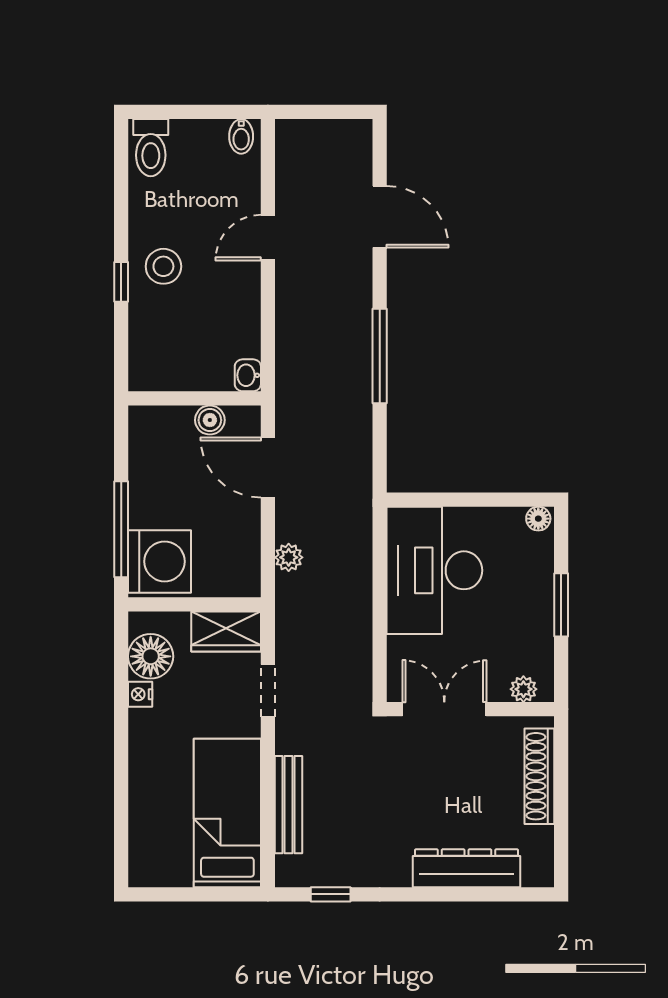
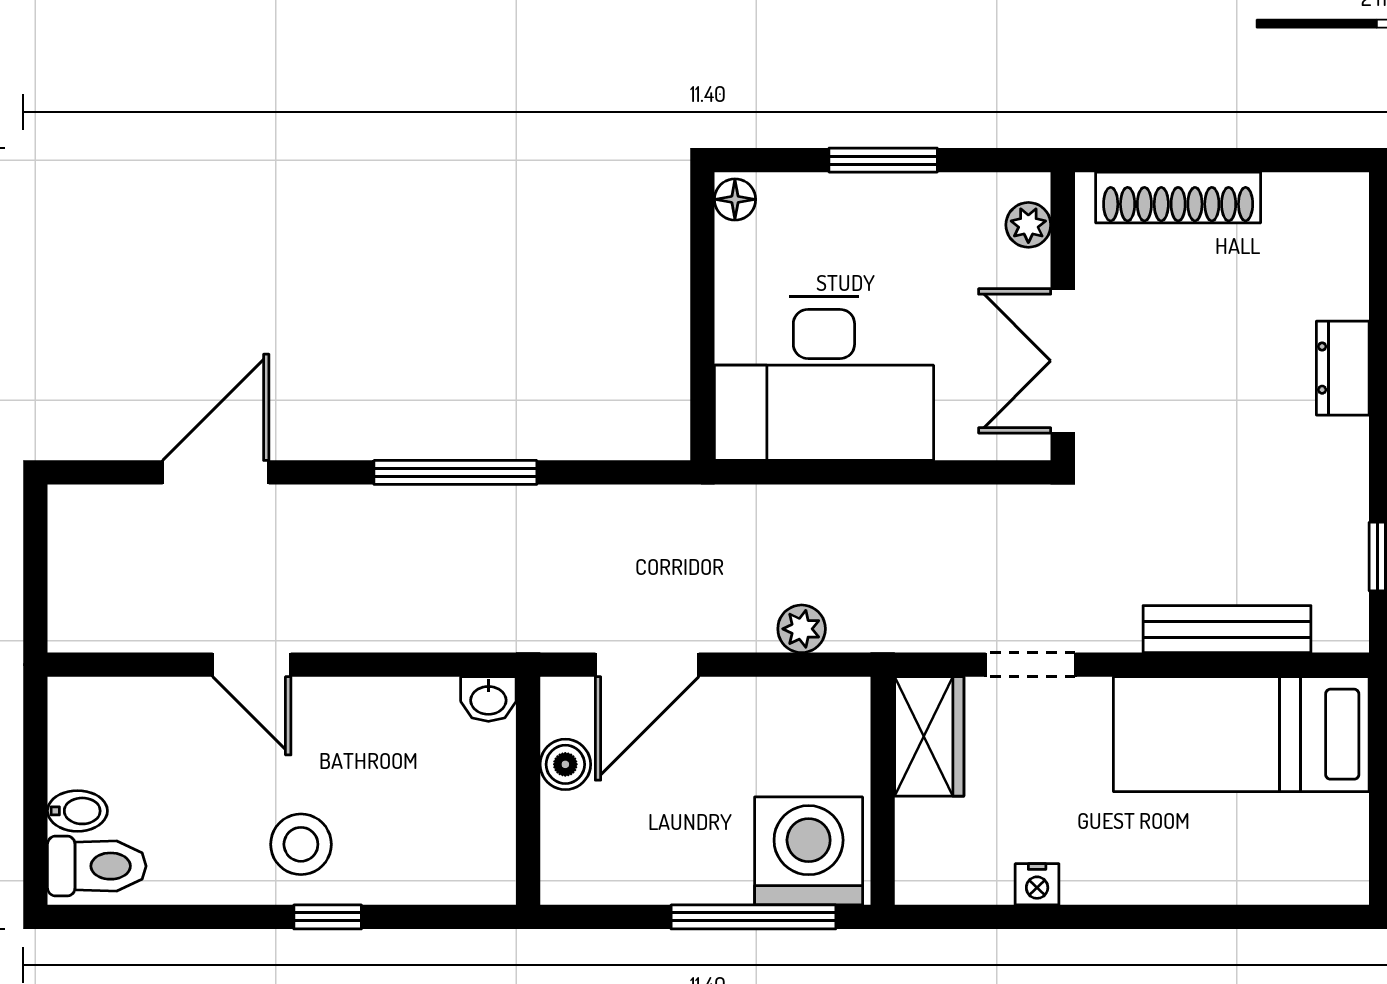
bidet: (241, 136) -> (77, 811), moved
floor lamp: (151, 656) -> (972, 866), removed
dresser: (467, 868) -> (1343, 368), width x0.51, depth x0.80

